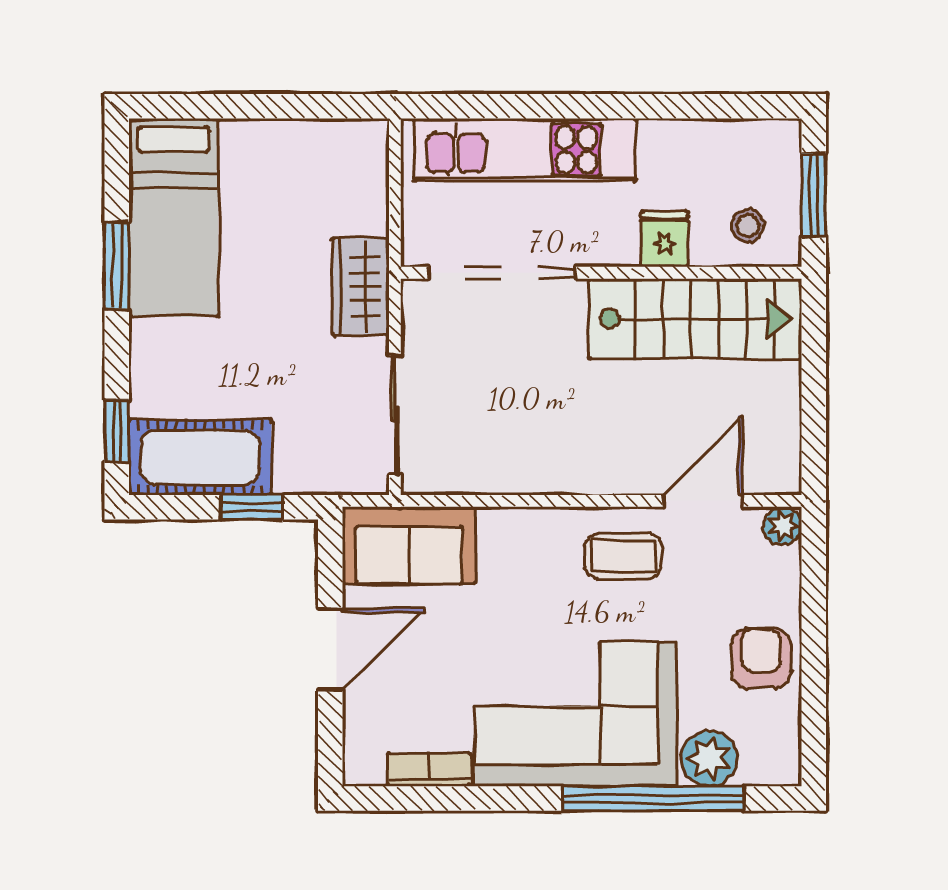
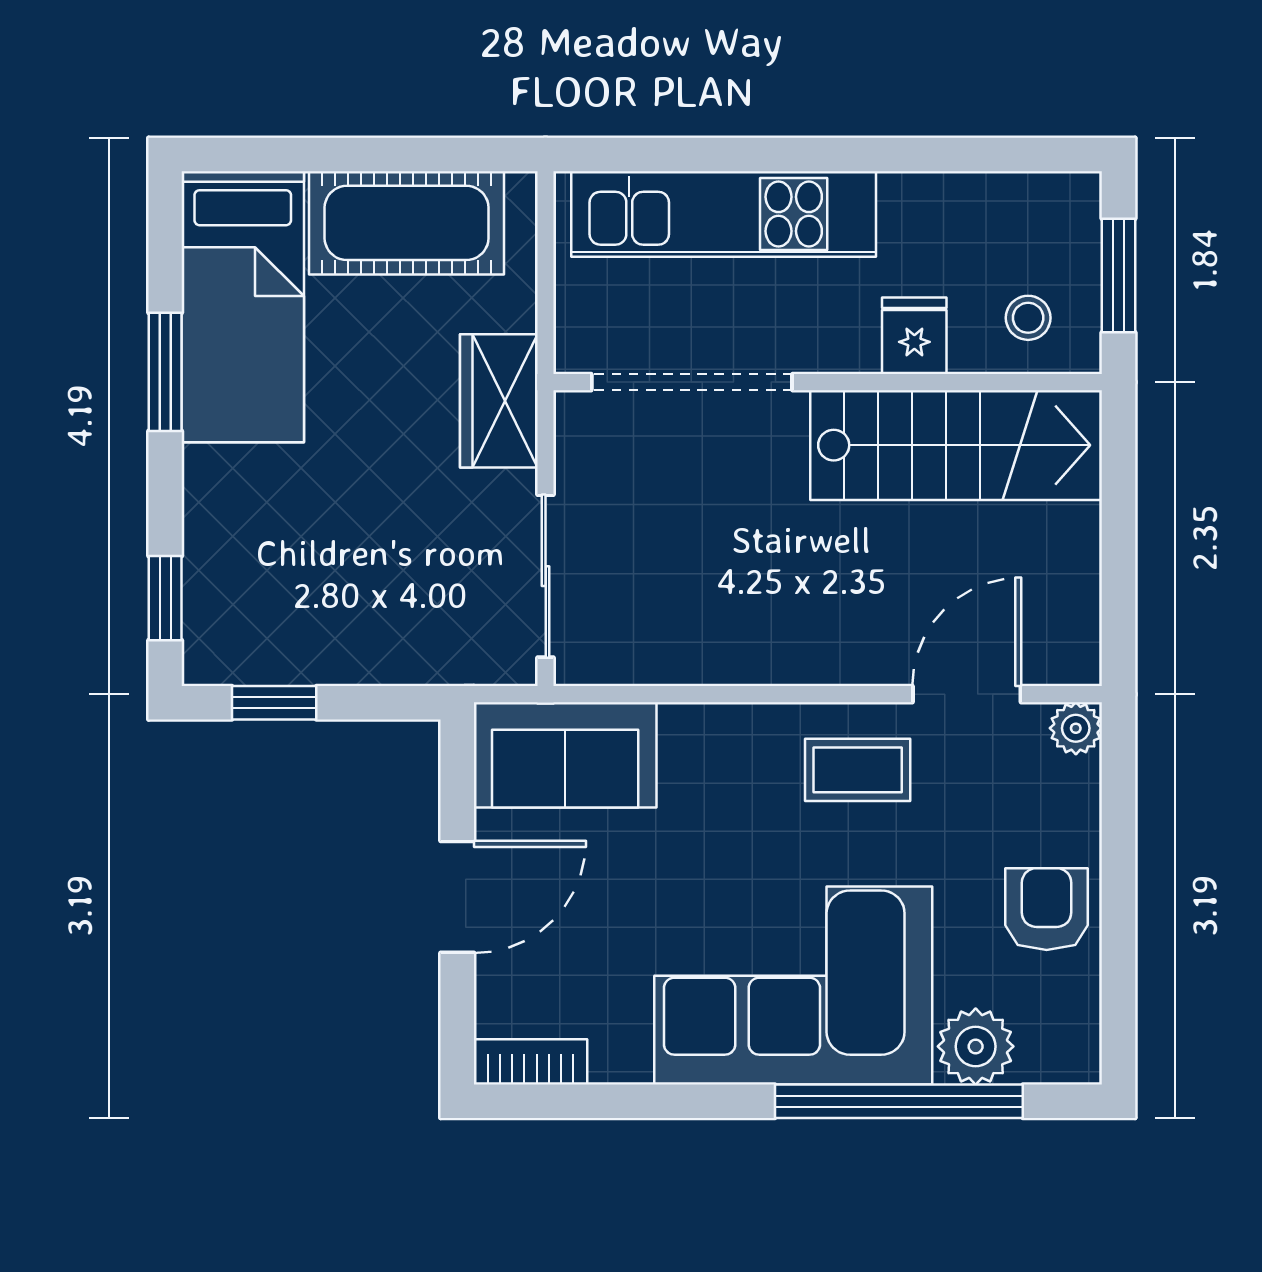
cot: (200, 457) -> (407, 223), moved
window: (252, 507) -> (274, 703), moved
bookcase: (429, 770) -> (530, 1062), moved

